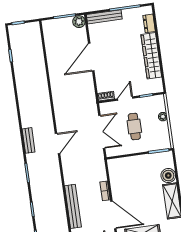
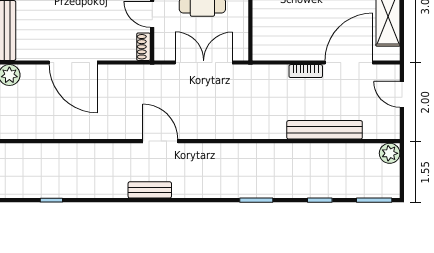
bench: (29, 140) -> (150, 190), moved
door: (57, 144) -> (160, 141), moved

